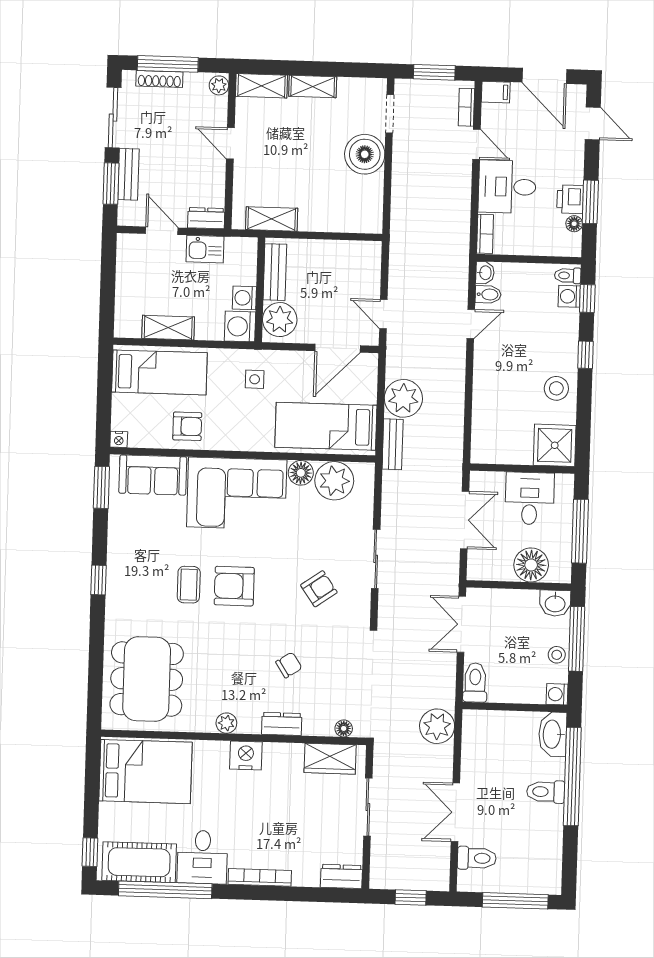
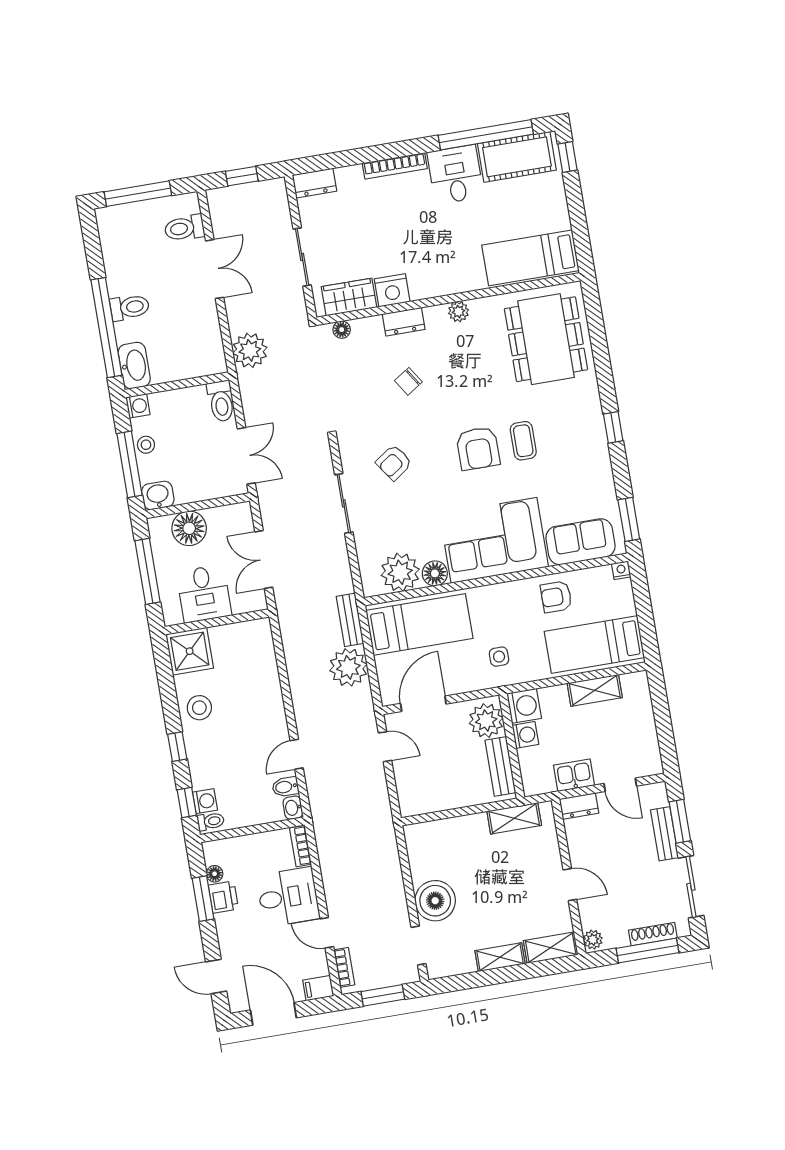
armchair: (234, 586) -> (478, 448), turned 90
nightstand: (246, 755) -> (392, 290), moved
bed: (145, 772) -> (530, 258), width x0.67

